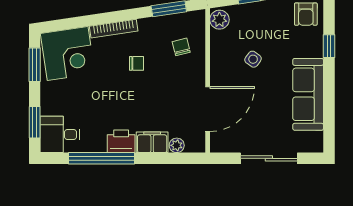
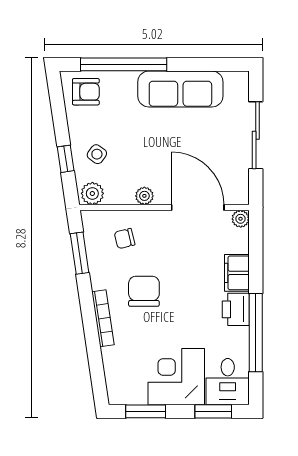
window: (329, 46) -> (124, 64), width x3.17
corner desk: (68, 53) -> (176, 377), moved, turned -82
side table: (253, 59) -> (97, 154), moved
chair: (136, 63) -> (144, 291), width x1.87, depth x1.87
plant: (217, 64) -> (144, 196), added
plant: (177, 145) -> (241, 219), moved

